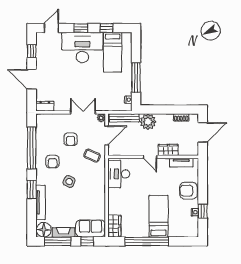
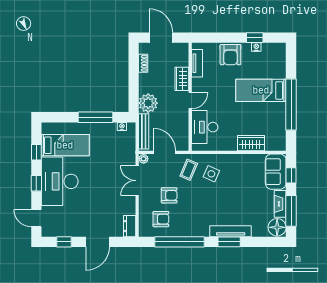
armchair: (52, 162) -> (161, 219), moved
desk: (119, 174) -> (205, 127), moved, turned 90
side table: (69, 182) -> (211, 174), moved
tv unit: (41, 202) -> (231, 231), moved
wardrobe: (114, 226) -> (251, 143), moved

